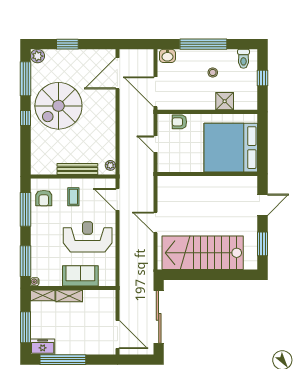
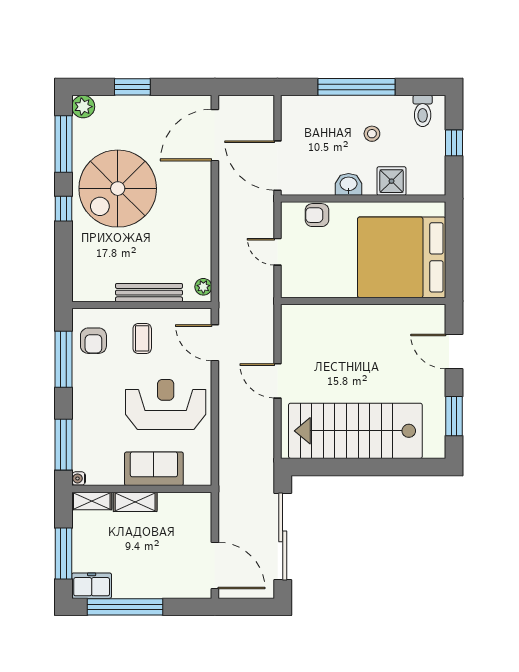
washbasin: (167, 56) -> (349, 184), moved, turned 180
door: (263, 205) -> (454, 352), swing flipped

